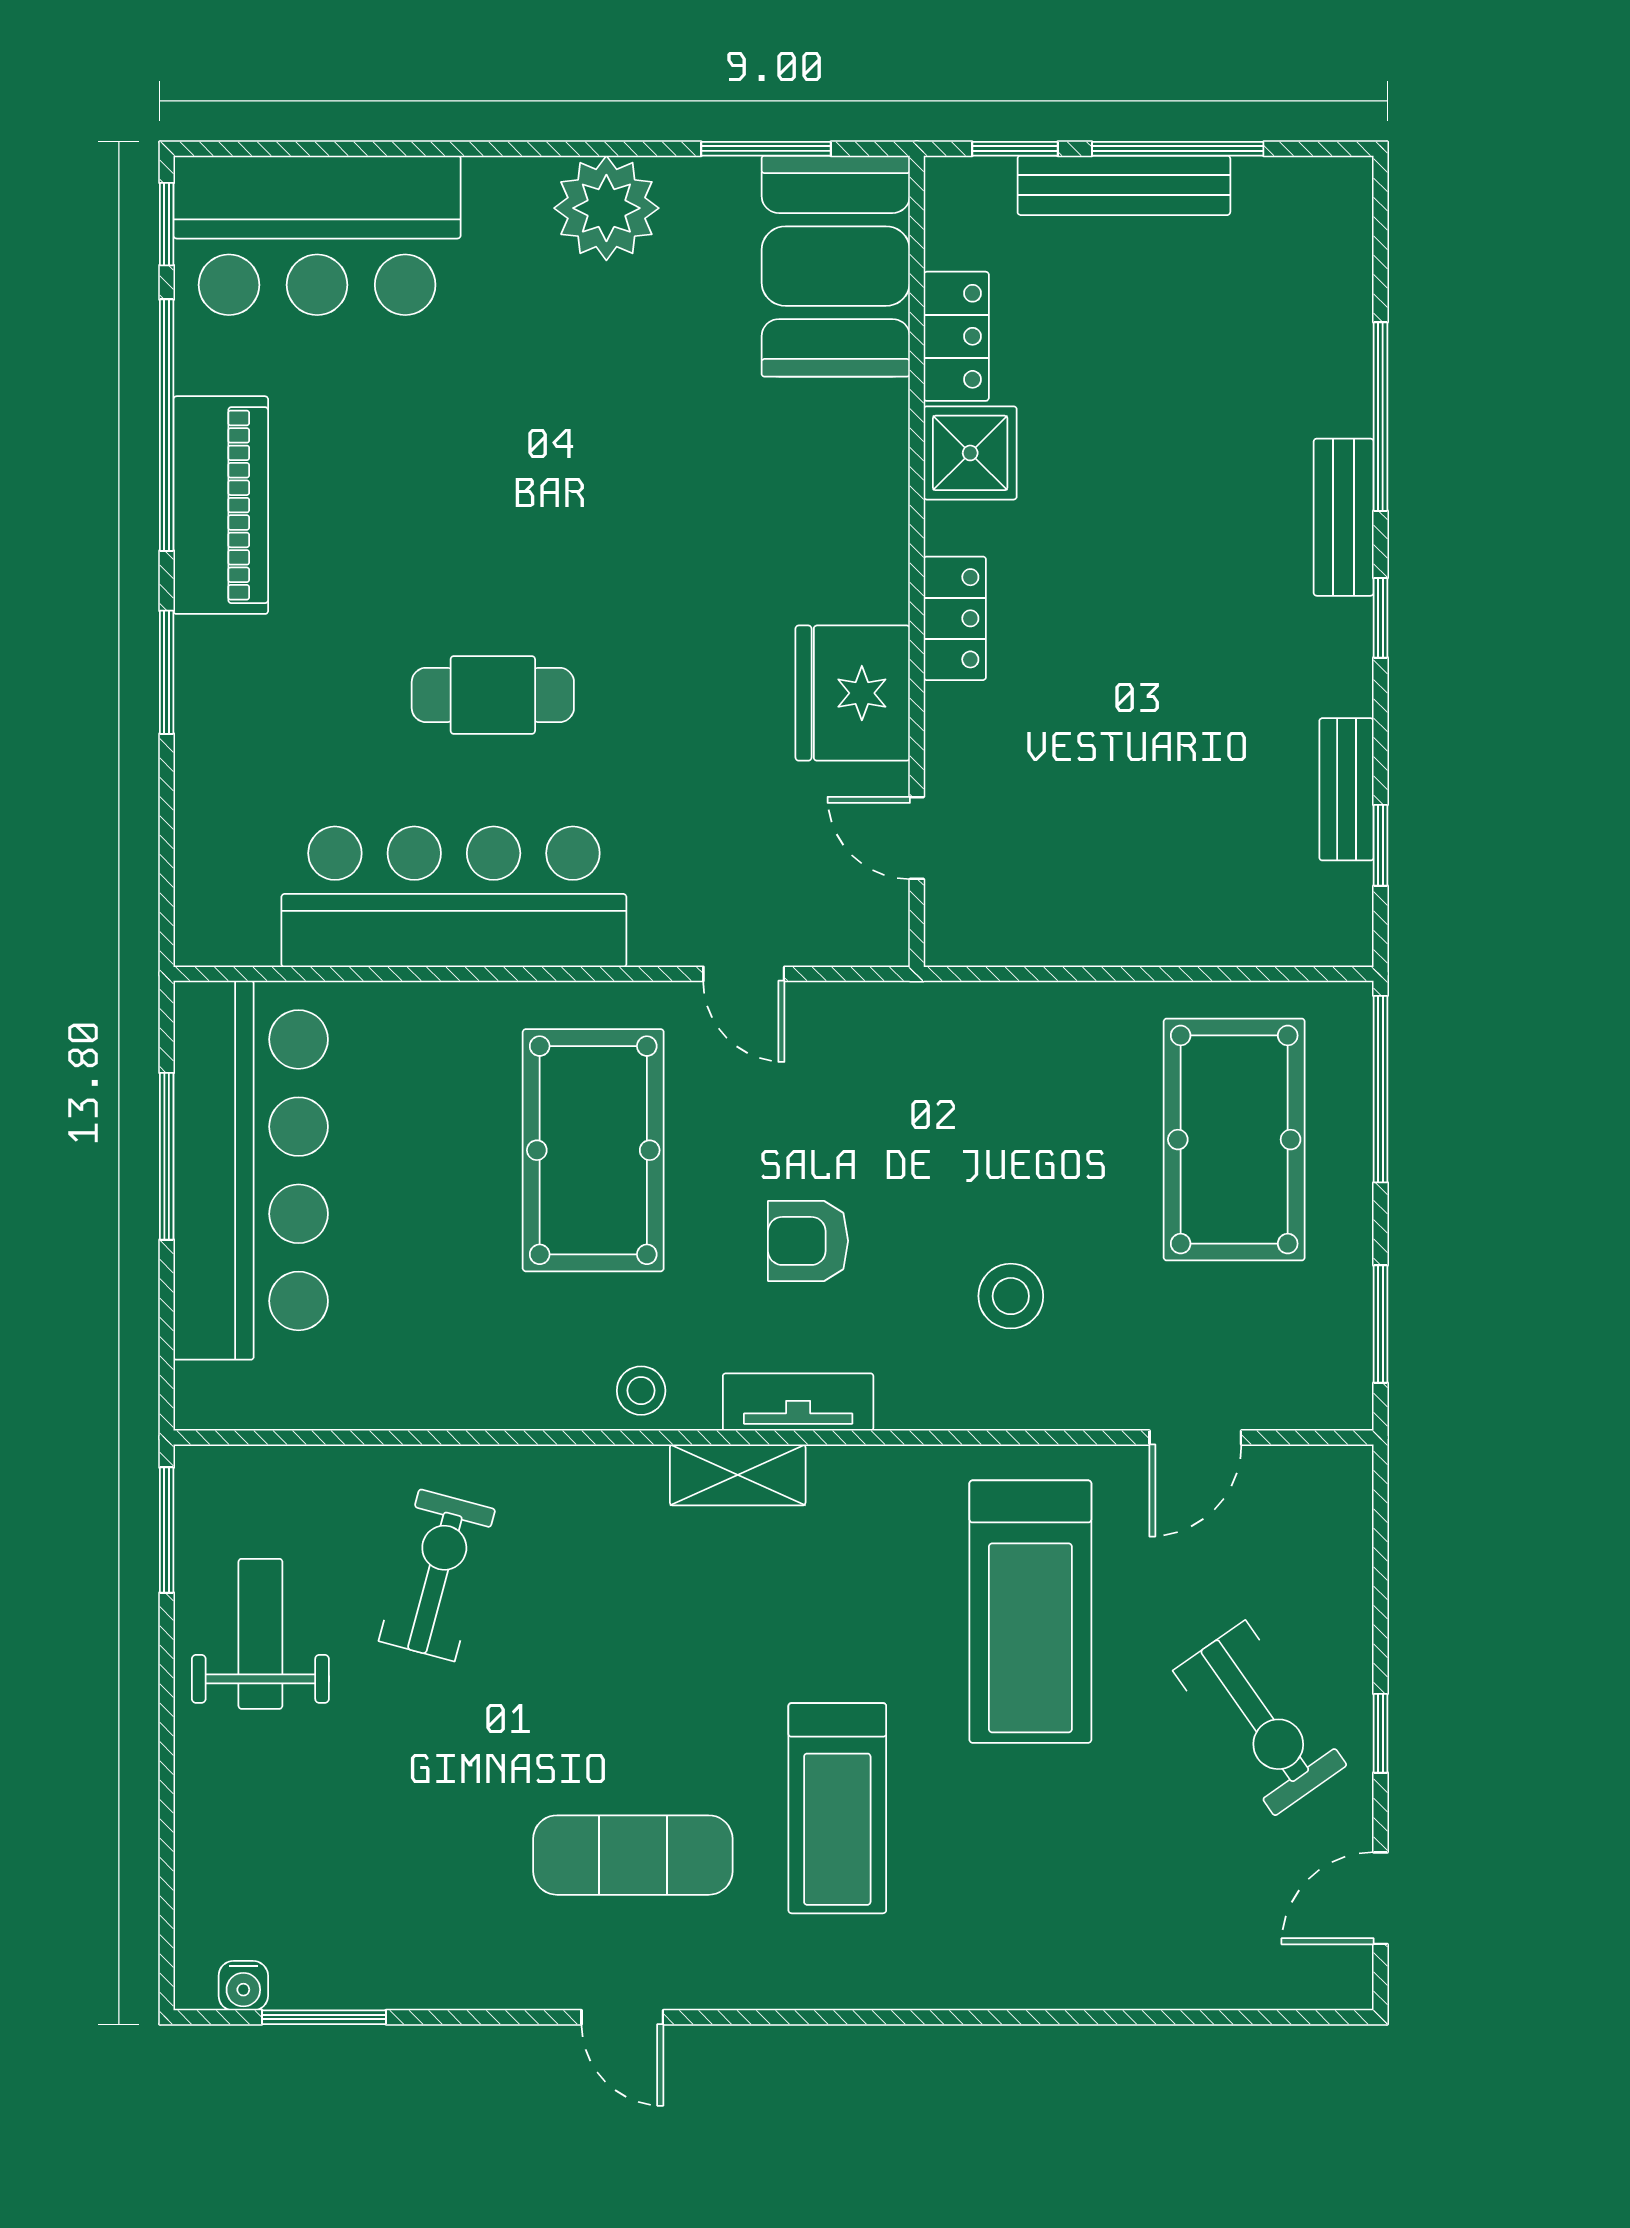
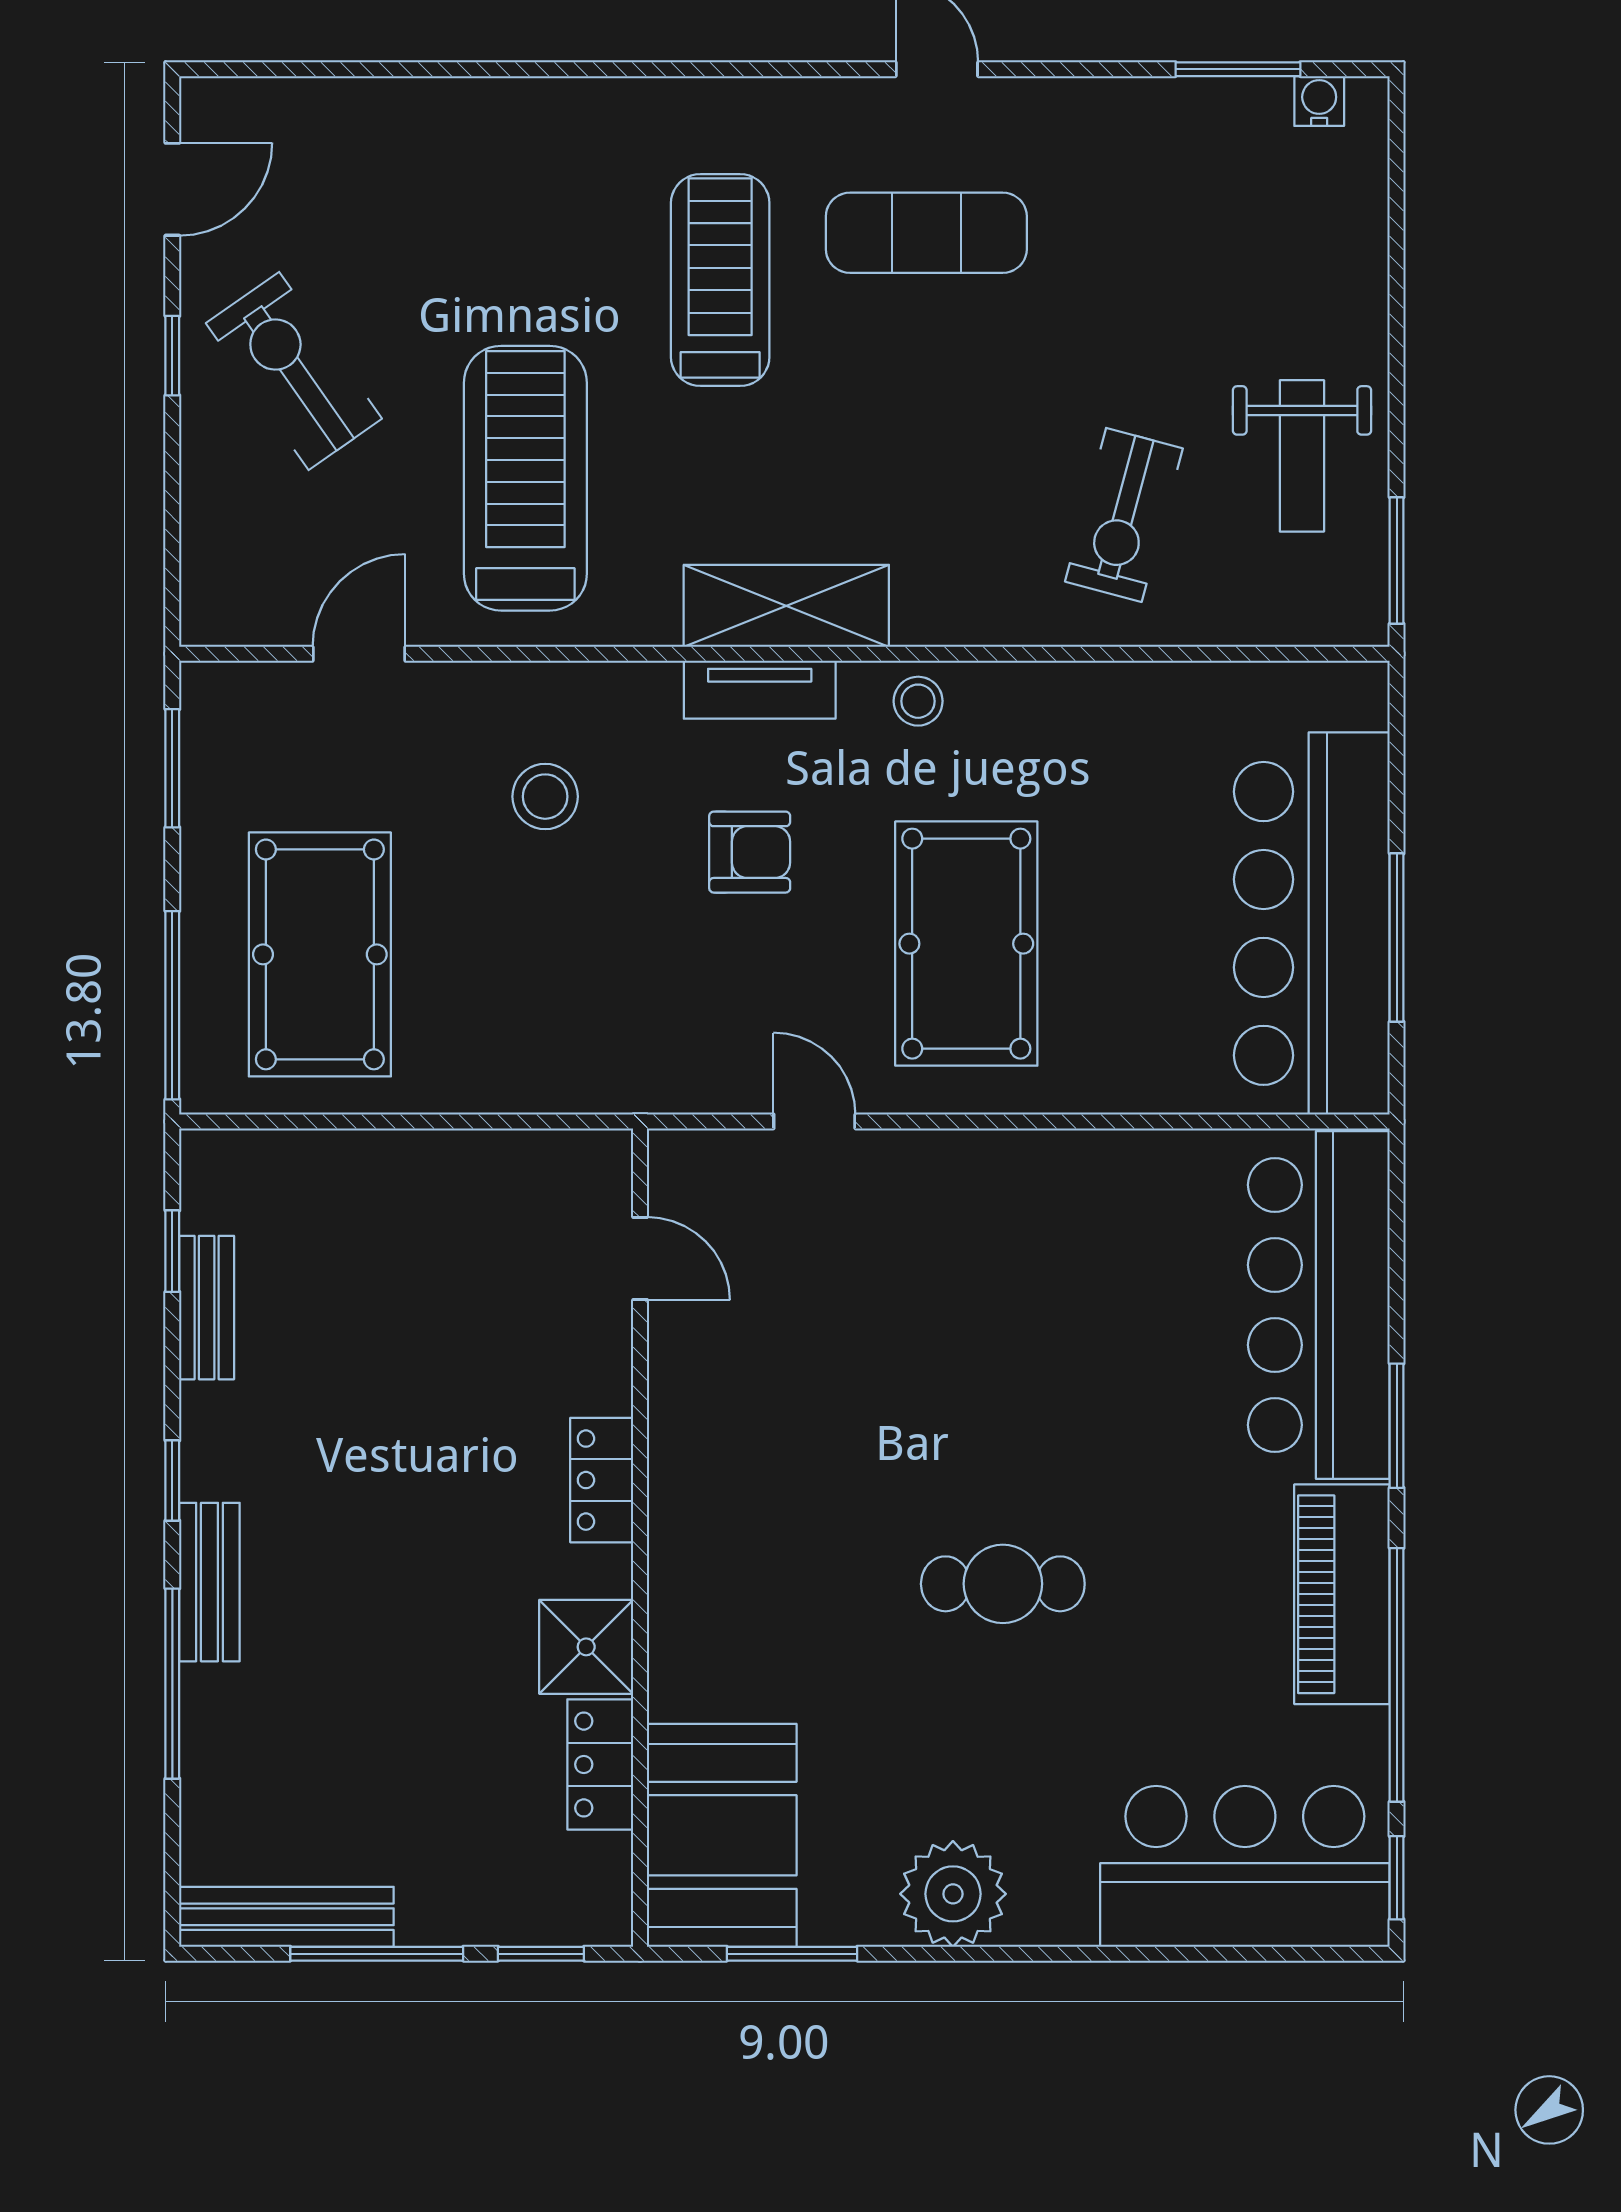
bench: (1124, 185) -> (286, 1917), moved
fridge: (853, 693) -> (705, 1405), removed
cafe table: (493, 695) -> (1003, 1584), moved
bar counter: (454, 897) -> (1319, 1305), moved, turned 90
shelving: (738, 1475) -> (786, 606), width x1.50, depth x1.33

